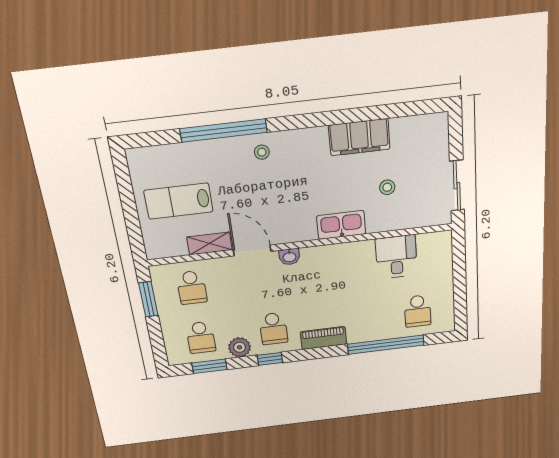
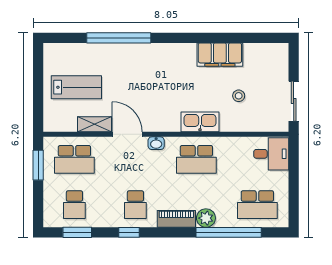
stool: (262, 152) -> (145, 57), removed
lab bench: (179, 201) -> (76, 87), turned 180
desk: (396, 257) -> (271, 154), moved, turned 90
school desk: (341, 270) -> (196, 159), added
school desk: (192, 288) -> (74, 159), width x1.85
school desk: (418, 311) -> (257, 205), width x1.85
plant: (240, 347) -> (206, 218), moved

